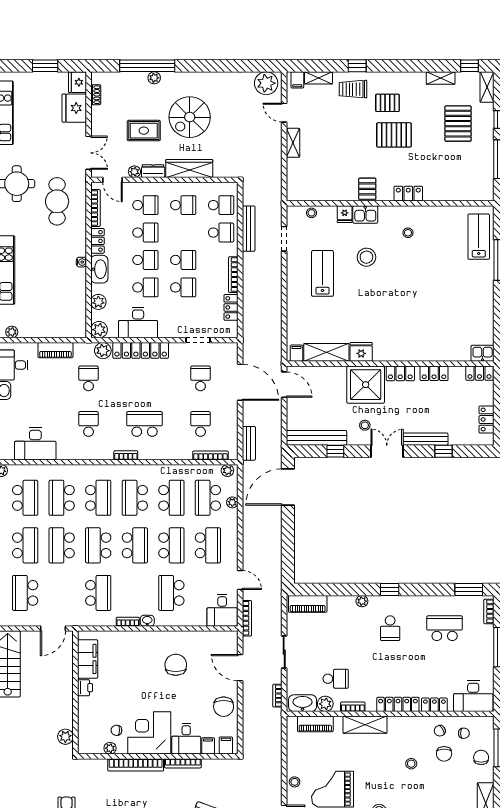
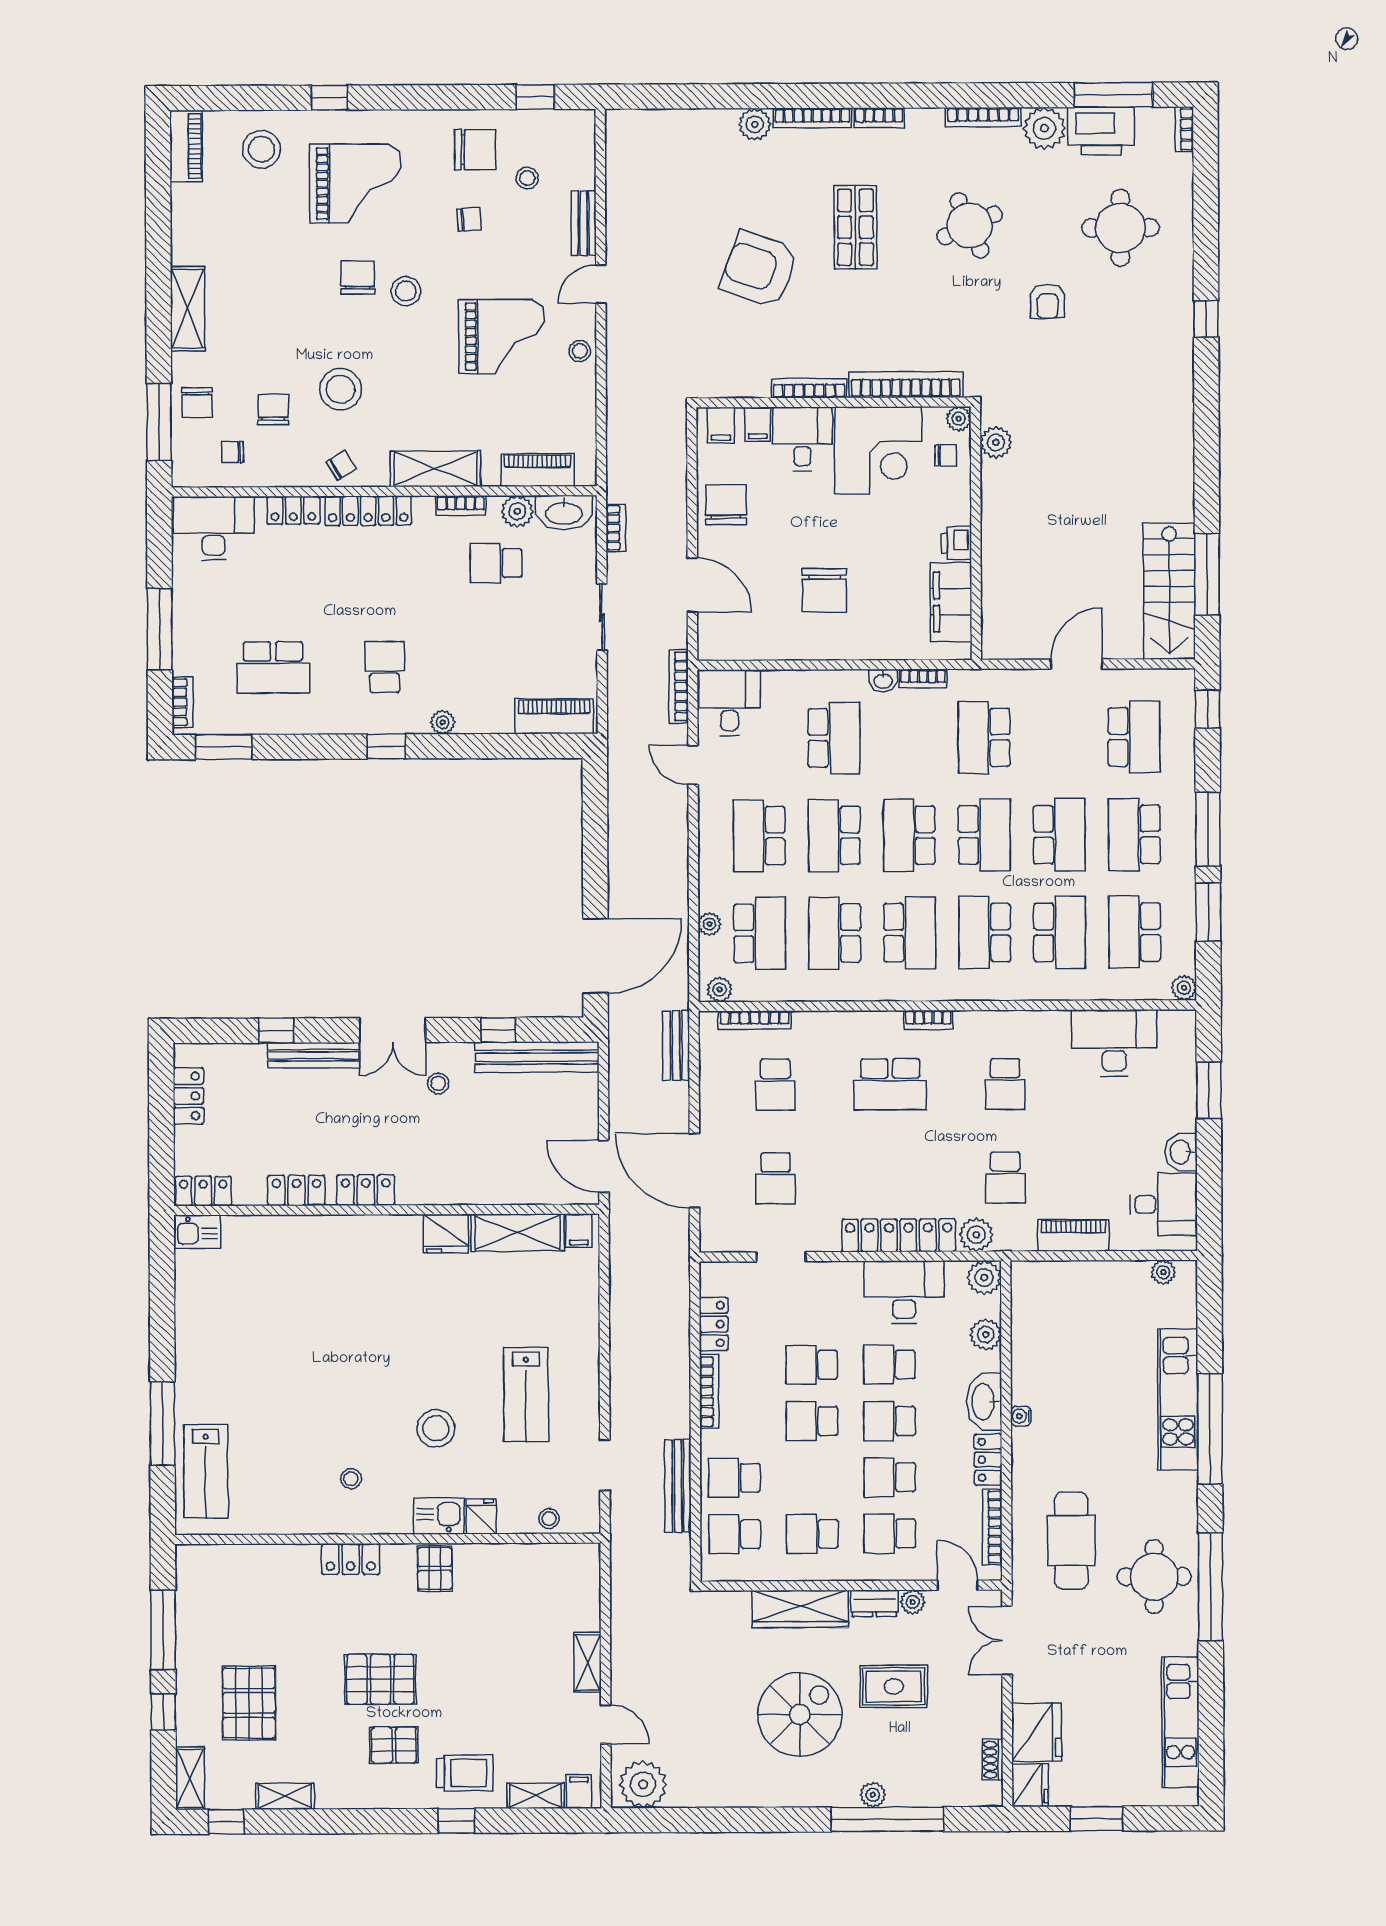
shower: (366, 385) -> (437, 1167), removed
filing cabinet: (88, 659) -> (951, 602), moved
printer: (85, 688) -> (956, 543), moved
wall: (75, 692) -> (976, 533), moved
chair: (440, 731) -> (341, 465), moved
plant: (65, 737) -> (996, 442), moved
stool: (411, 764) -> (341, 389), width x1.89, depth x1.89

